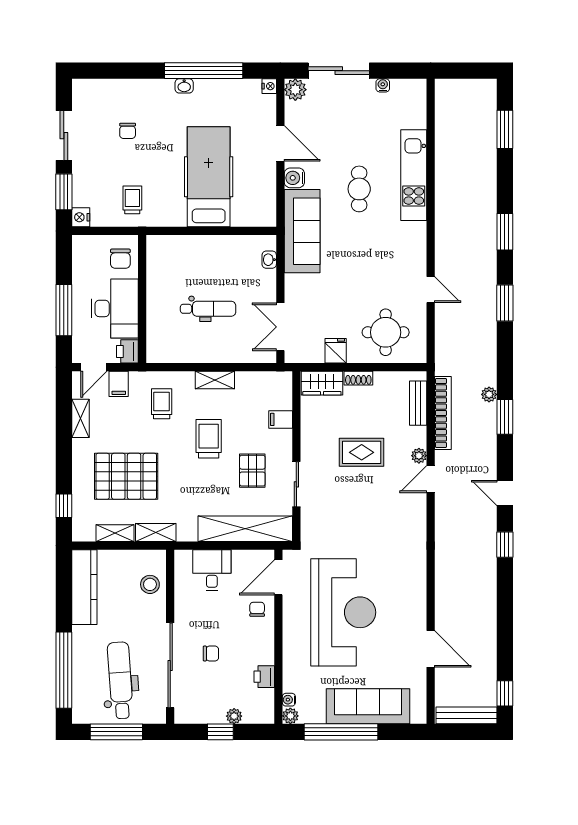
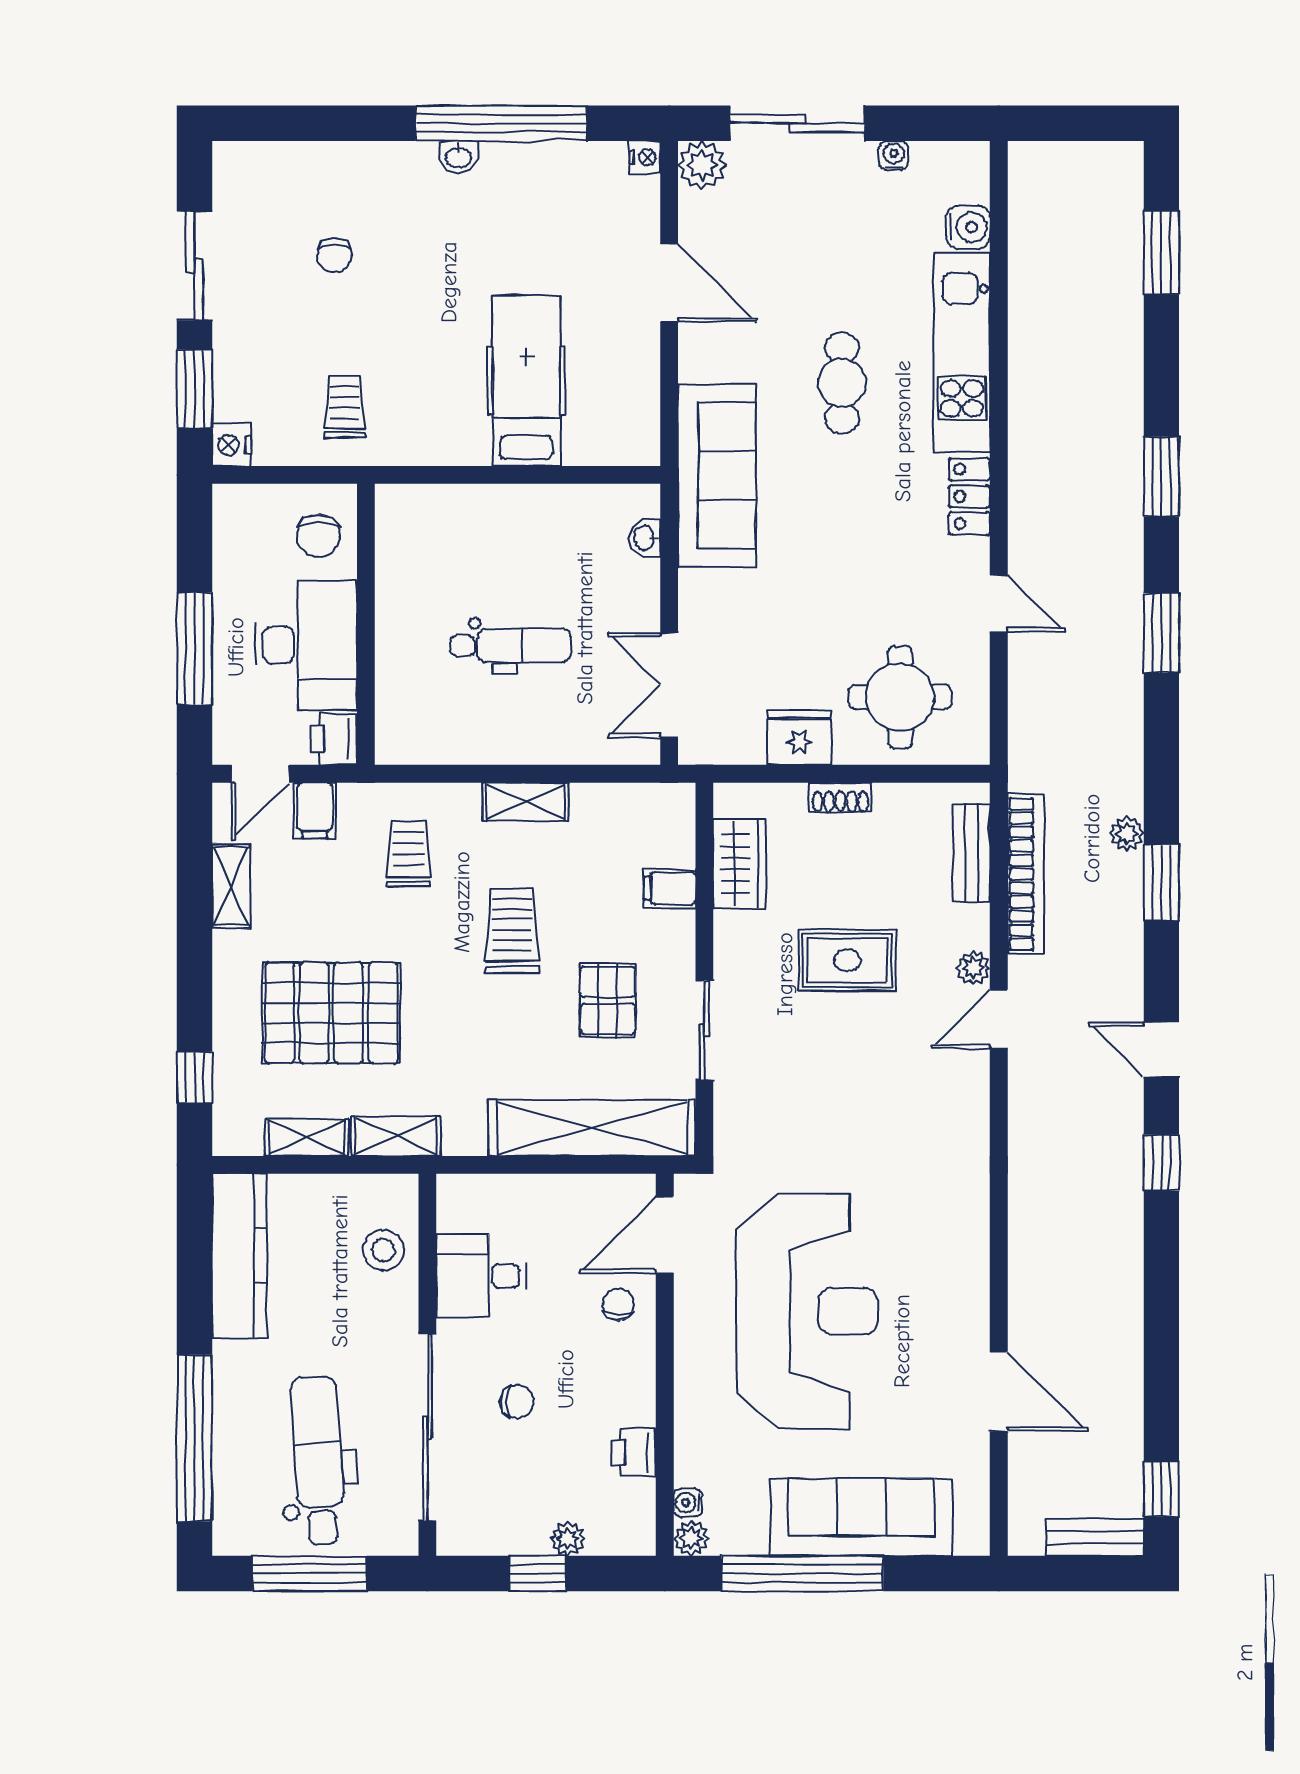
hospital bed: (209, 177) -> (526, 381), width x0.73, depth x0.78
water cooler: (294, 178) -> (968, 227), moved, turned 180
locker: (417, 241) -> (969, 496), added
fridge: (336, 351) -> (799, 738), width x1.38
wardrobe: (322, 383) -> (739, 864), moved, turned -90
desk: (212, 570) -> (481, 1276), moved, turned -90
bench: (466, 715) -> (1095, 1537), width x0.73

